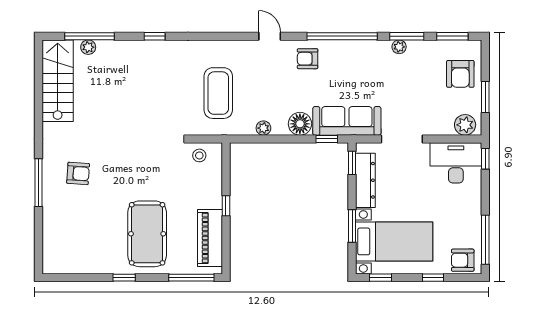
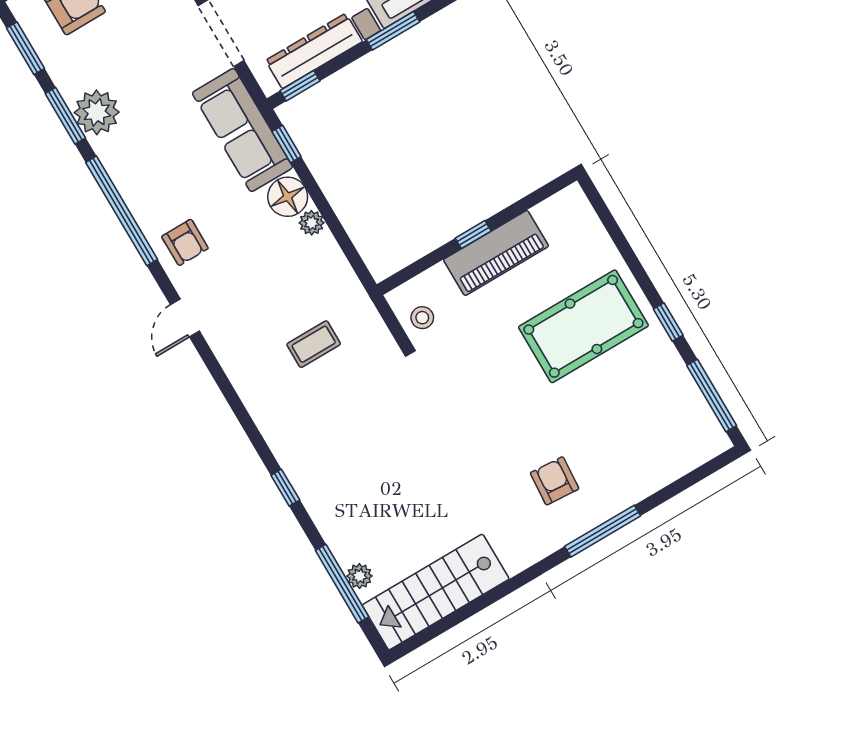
plant: (399, 47) -> (97, 112), width x1.87, depth x1.87
coffee table: (218, 93) -> (314, 344), width x0.54, depth x0.58
plant: (263, 128) -> (312, 223), moved
piano: (210, 238) -> (496, 253), moved
window: (191, 278) -> (712, 395), moved

